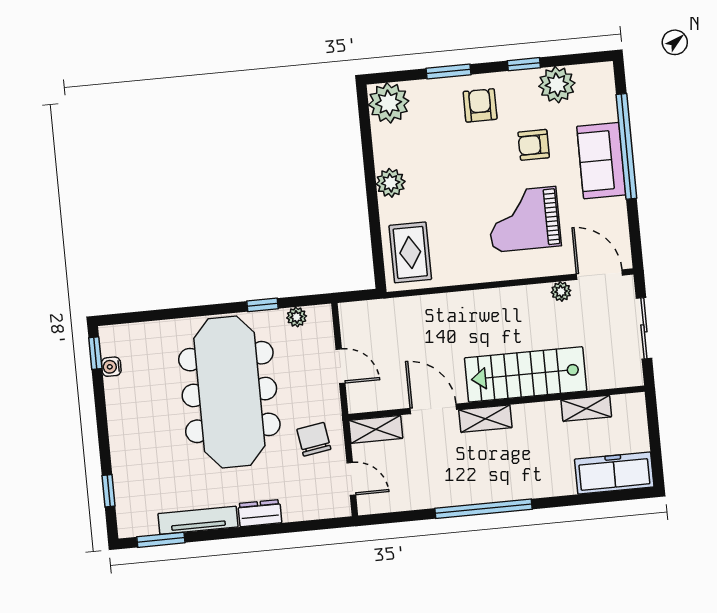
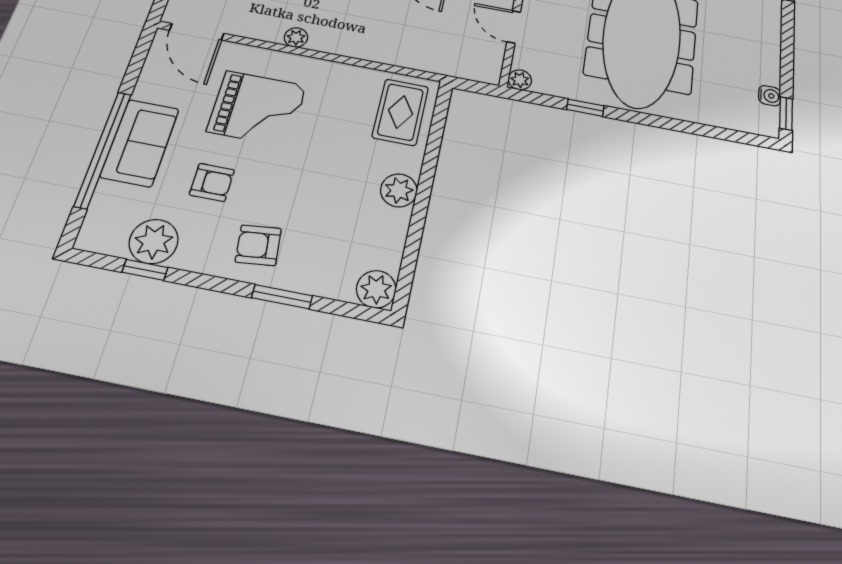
window: (524, 64) -> (145, 270), moved
plant: (389, 103) -> (376, 289), width x0.73, depth x0.73
armchair: (480, 105) -> (258, 245), turned 84
plant: (561, 291) -> (296, 38), moved
plant: (297, 317) -> (520, 80), moved

